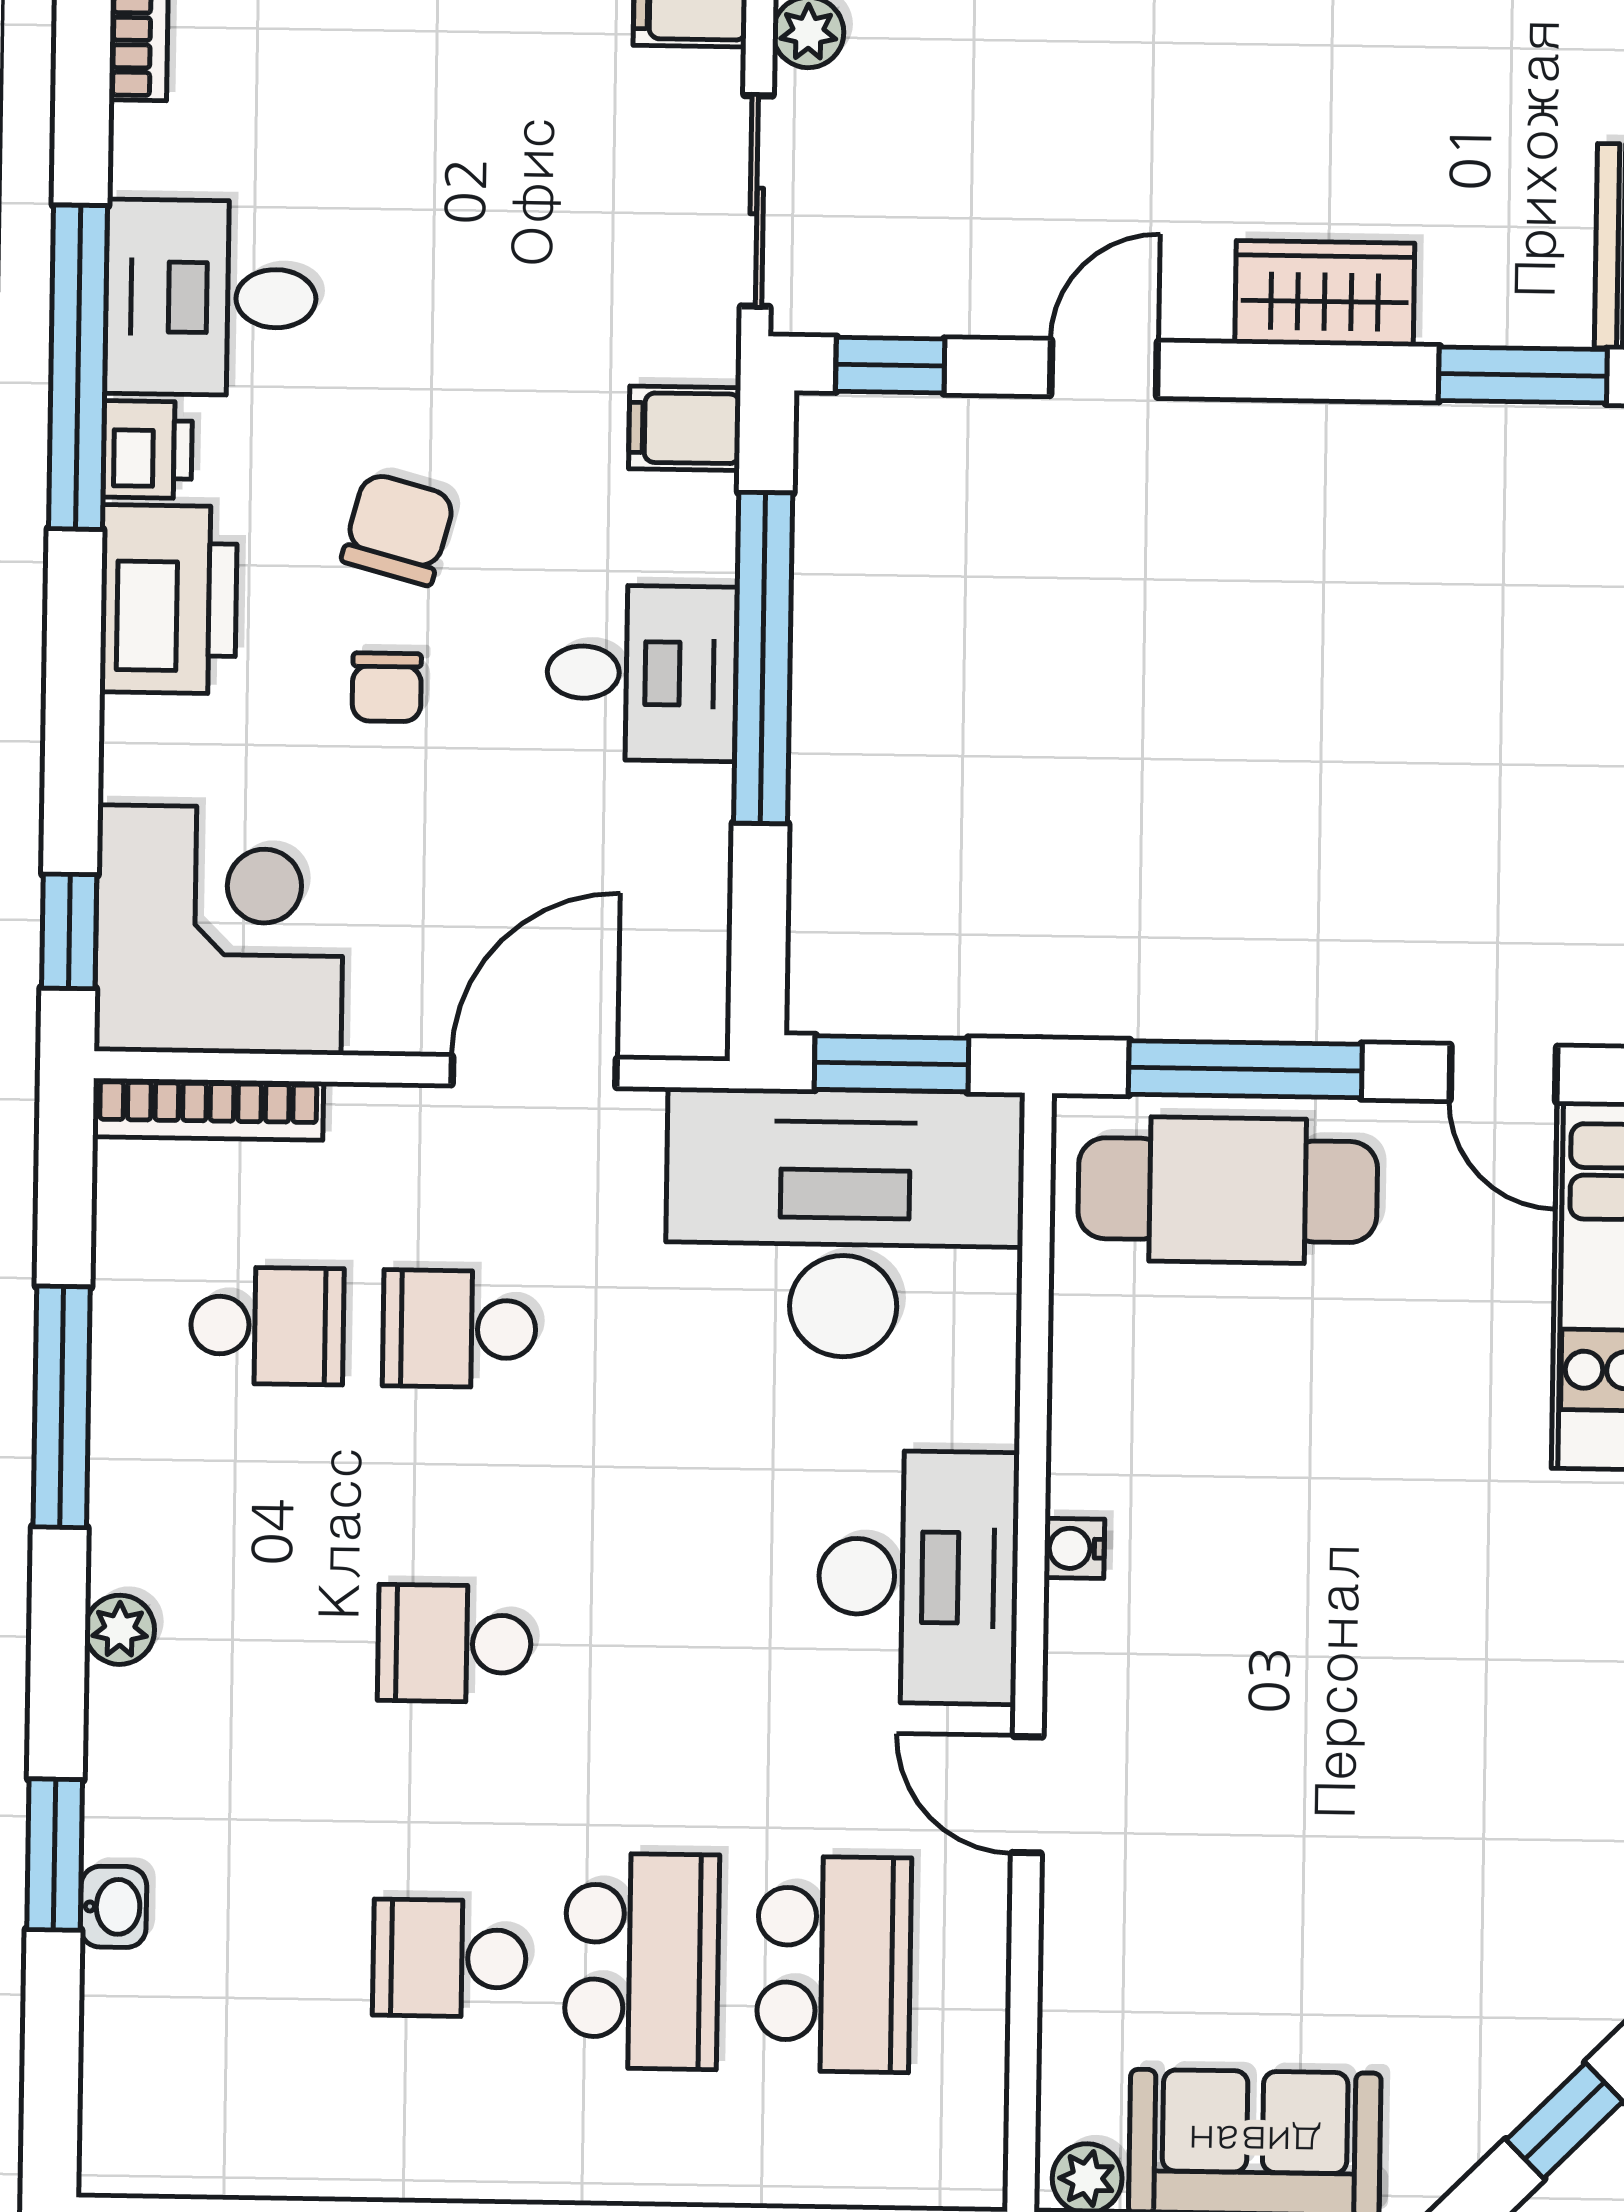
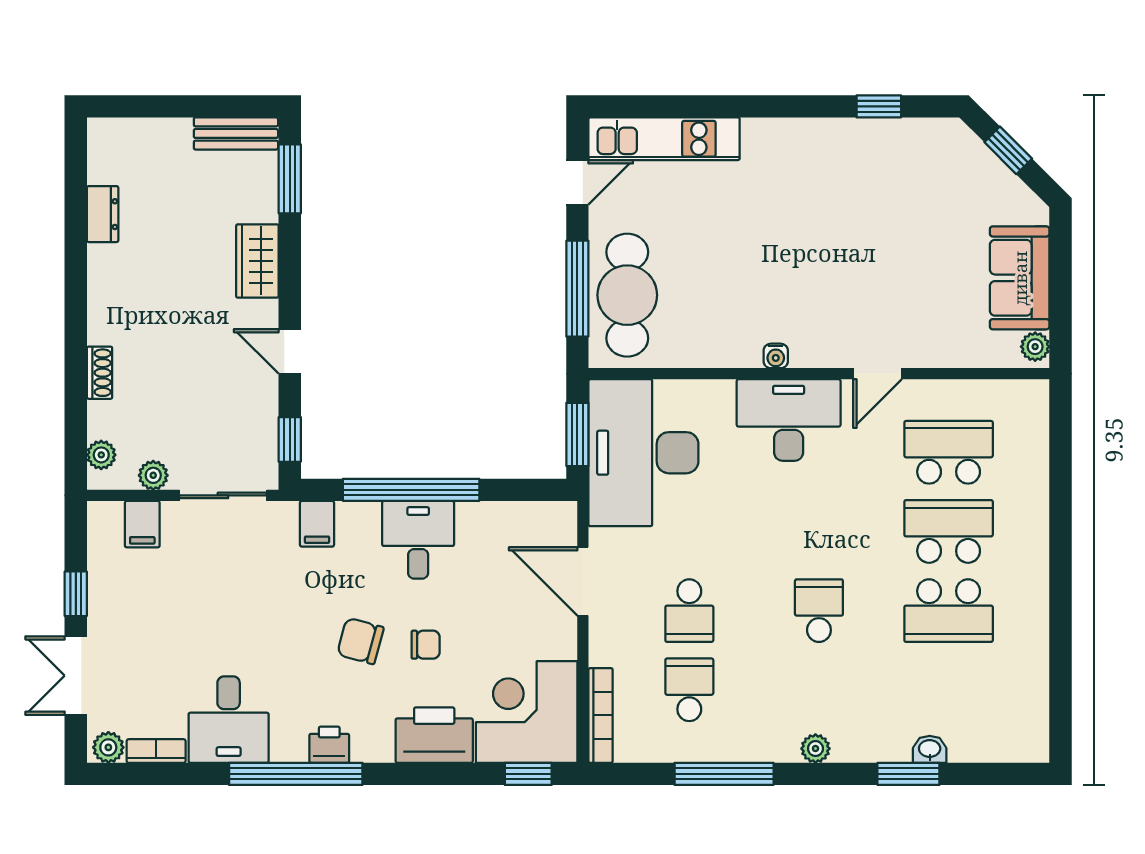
desk: (211, 298) -> (229, 720), moved
printer: (169, 599) -> (434, 735), moved
school desk: (454, 1643) -> (819, 611), turned 180
school desk: (449, 1958) -> (949, 611), width x1.85

